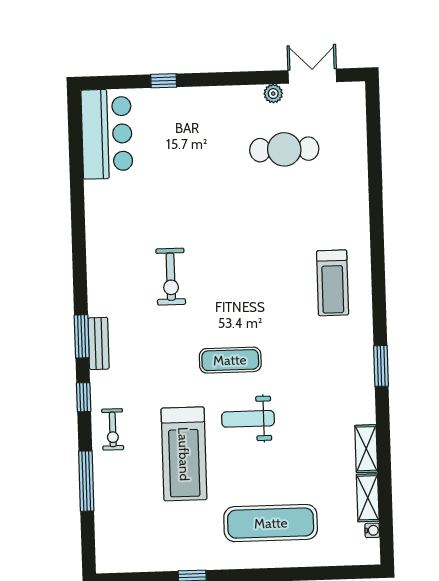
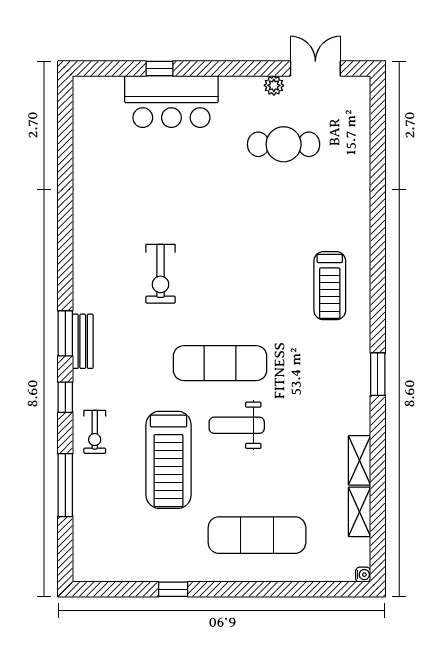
bar counter: (107, 134) -> (171, 102), moved, turned 90
exercise mat: (230, 360) -> (220, 363), width x1.36, depth x1.45
water cooler: (372, 530) -> (363, 575), moved

